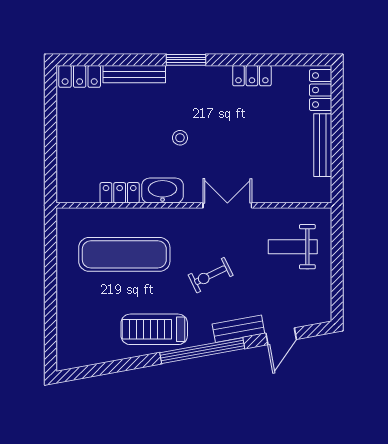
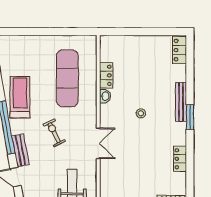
bench: (134, 74) -> (181, 102), moved
washbasin: (163, 191) -> (105, 96), width x0.52, depth x0.69

